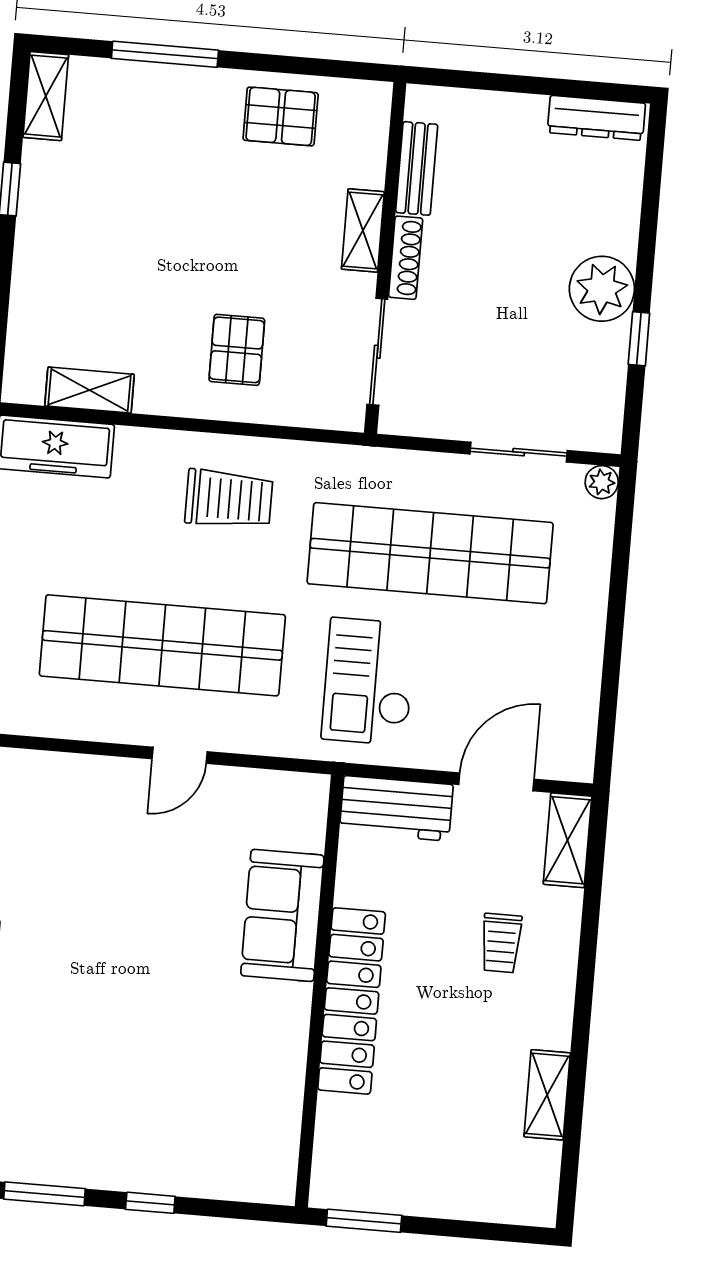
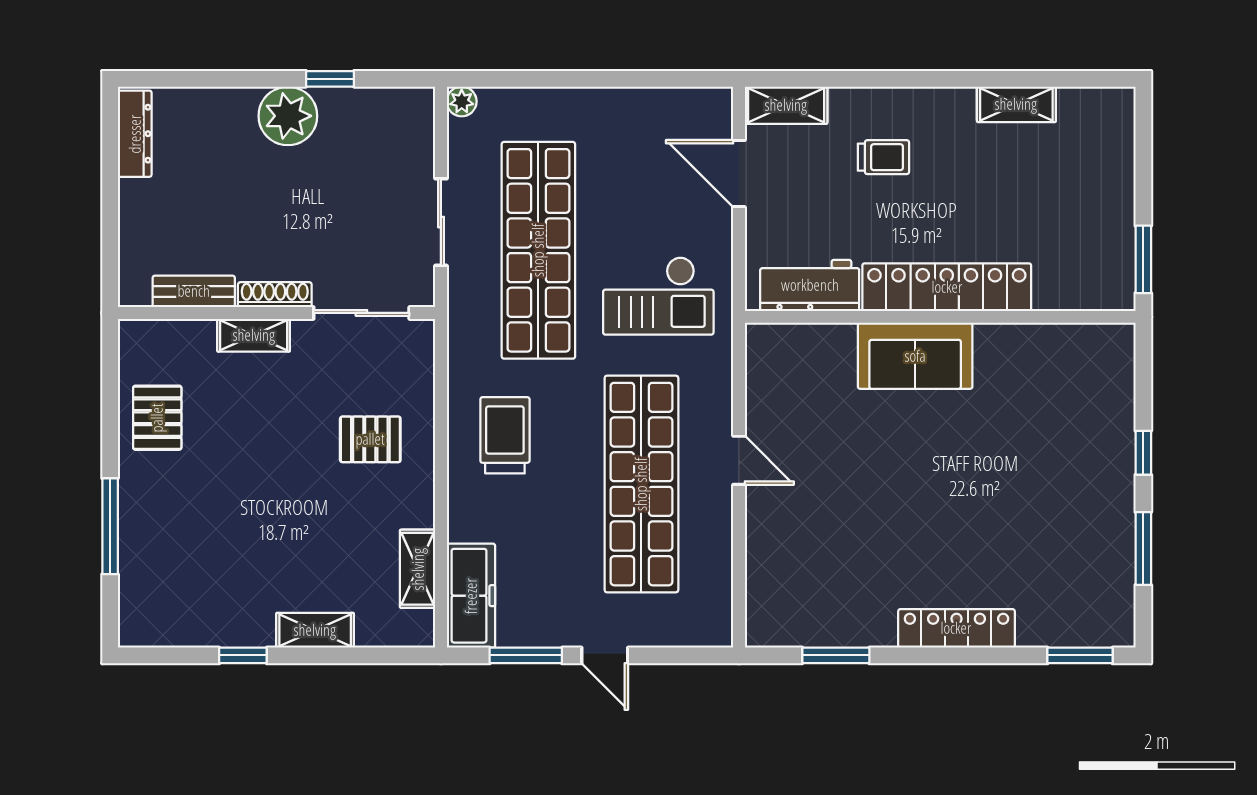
shelving: (46, 96) -> (315, 630), moved
sliding door: (519, 452) -> (441, 222), moved
workbench: (396, 808) -> (810, 285), moved, turned -90
sofa: (282, 915) -> (915, 356), moved

